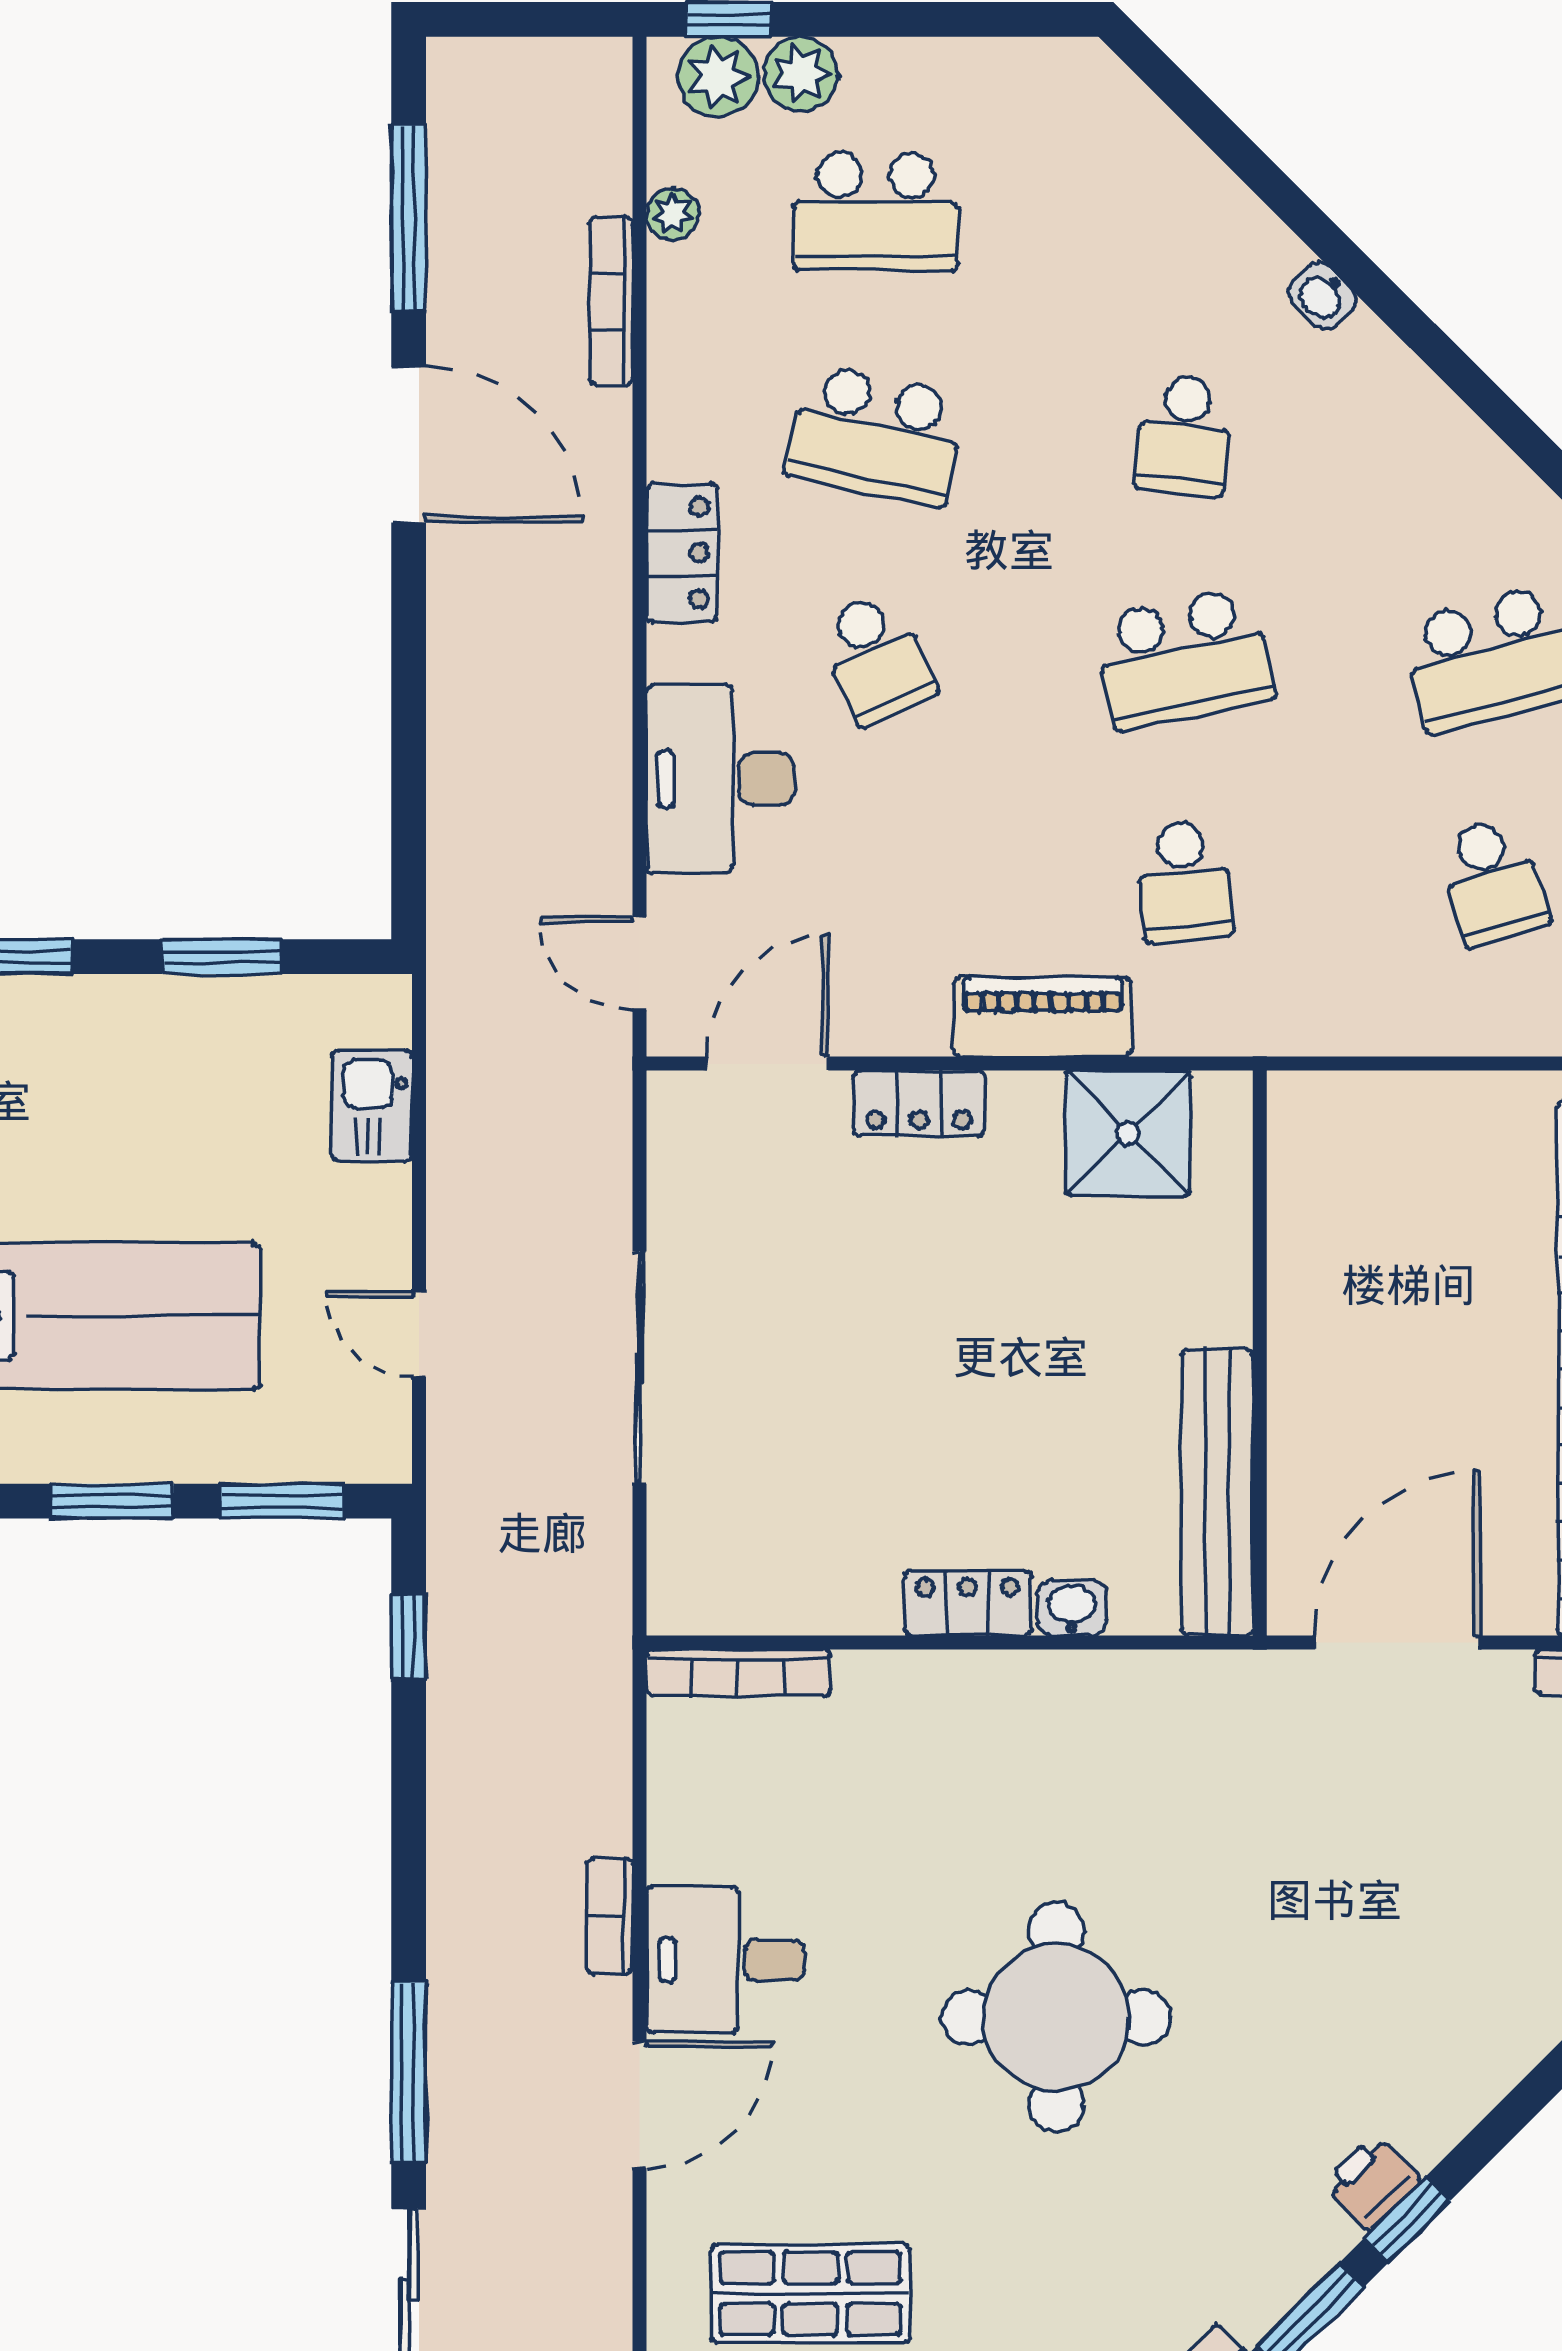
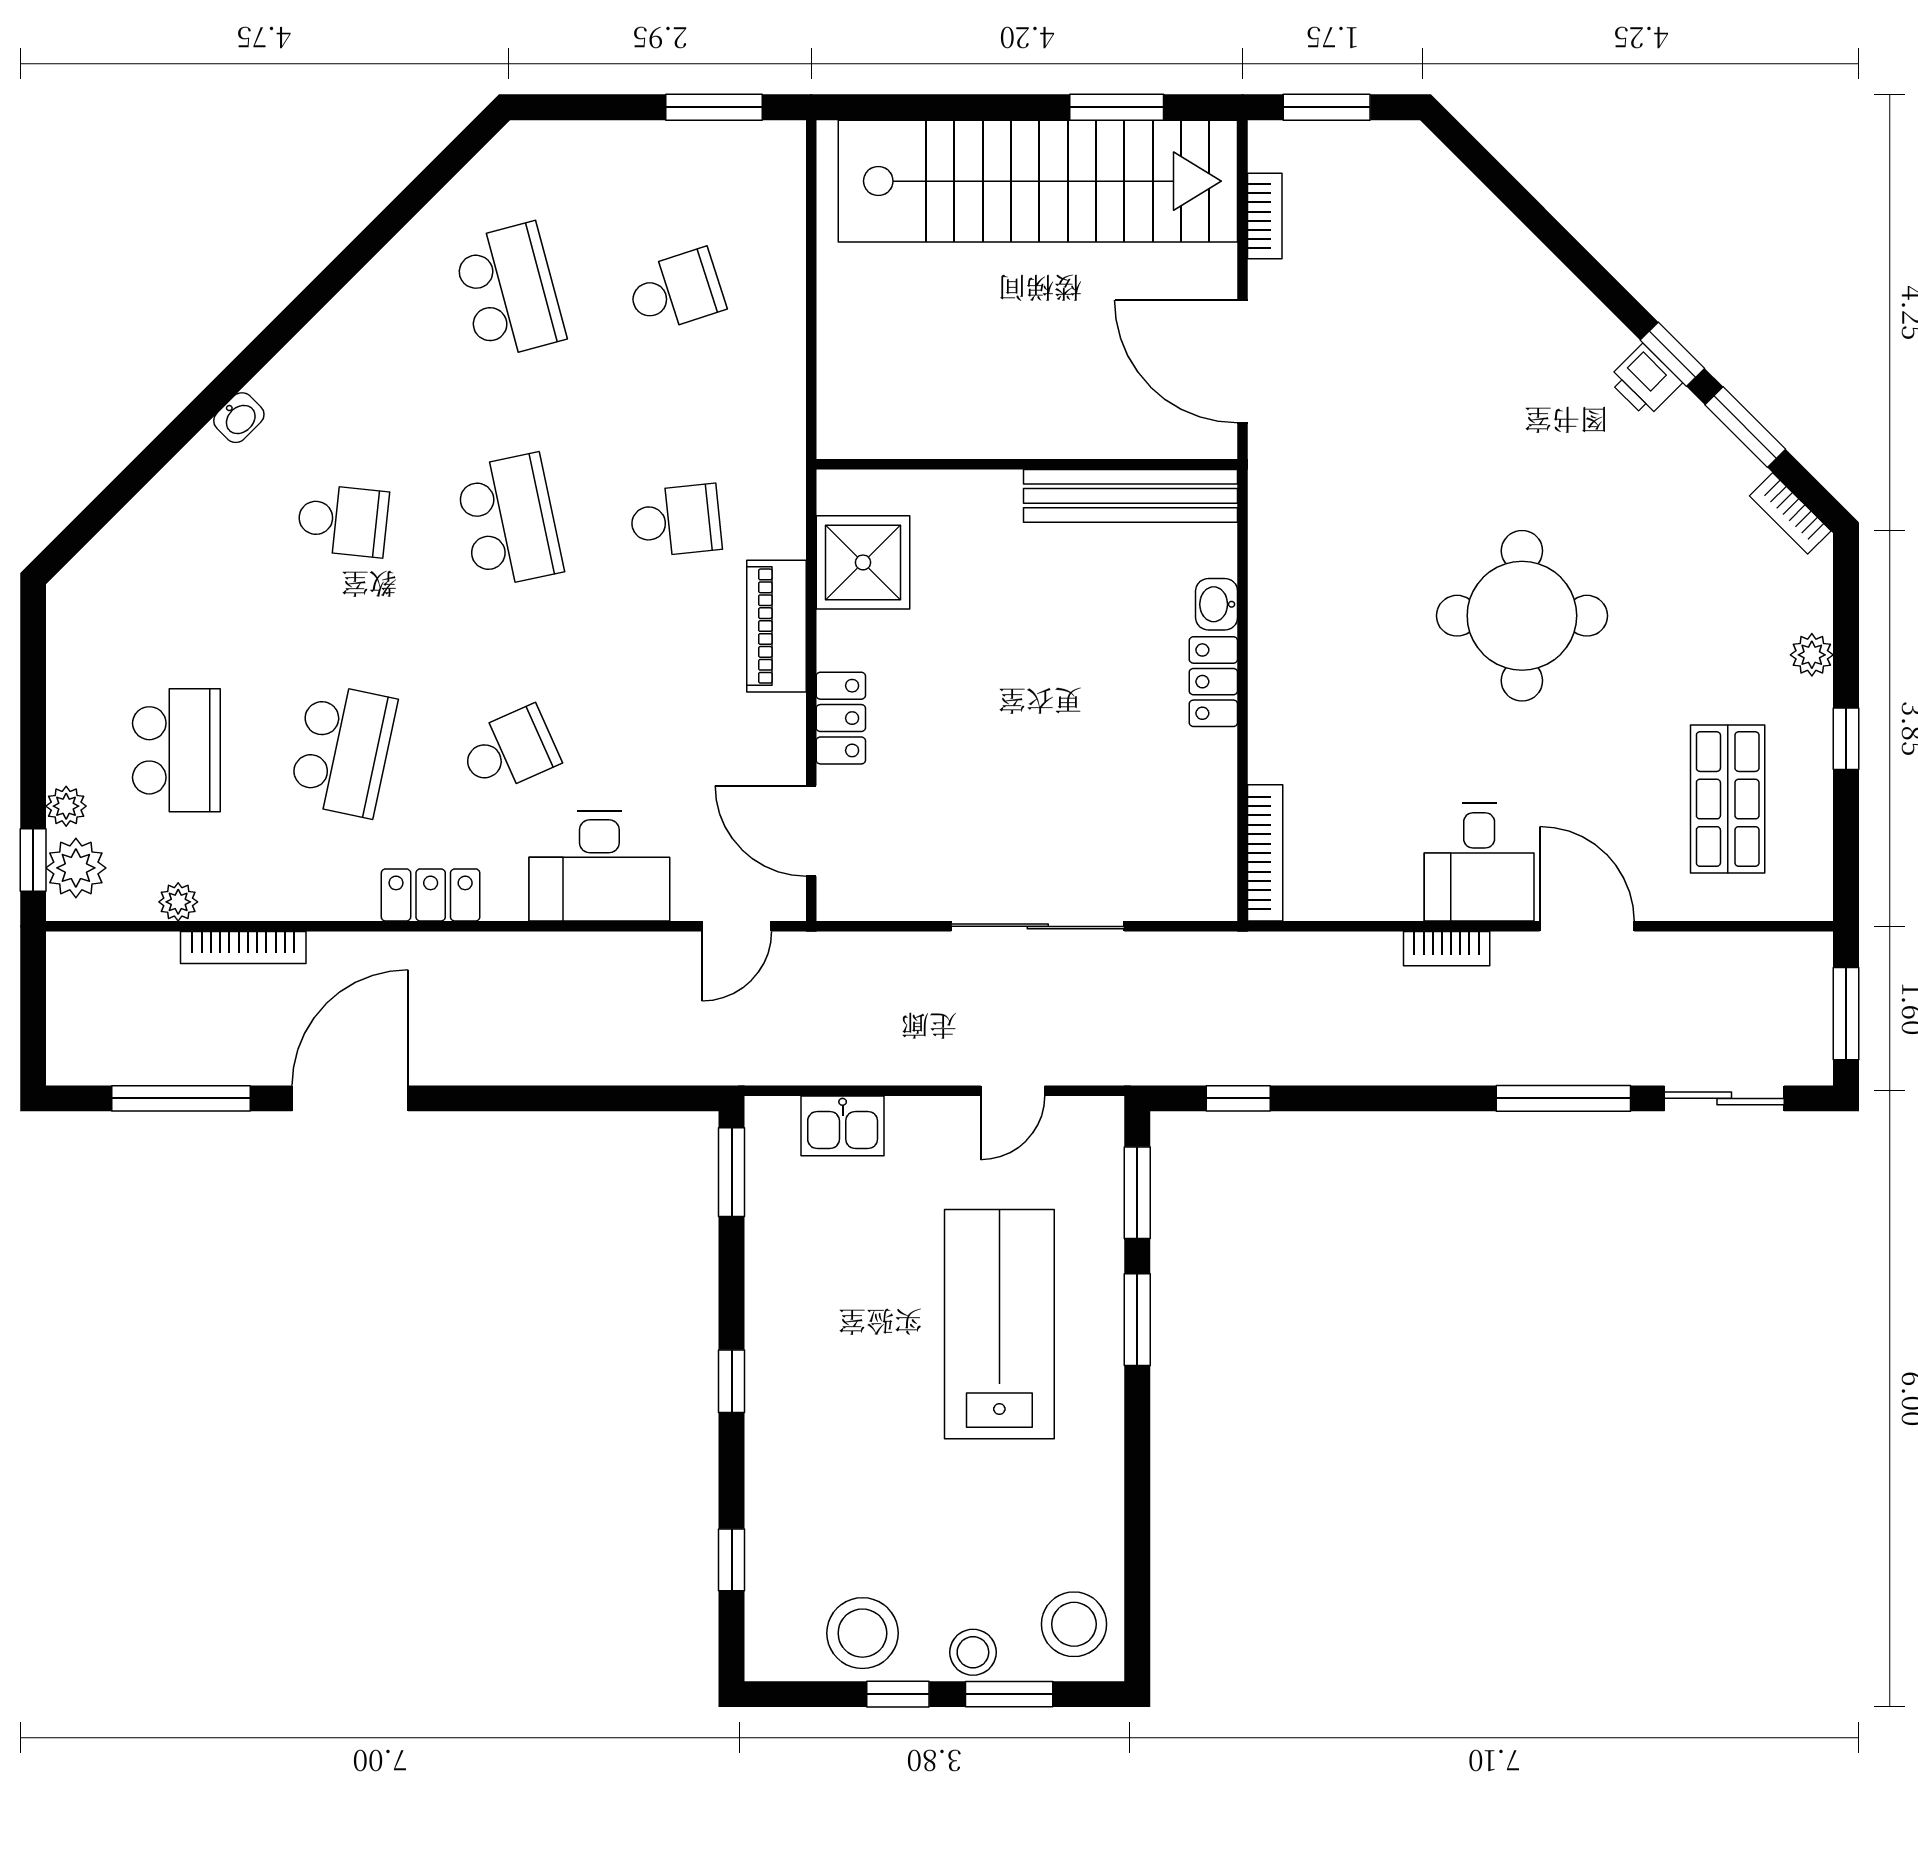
plant: (801, 74) -> (66, 806), width x0.73, depth x0.73
window: (222, 957) -> (732, 1172), moved

